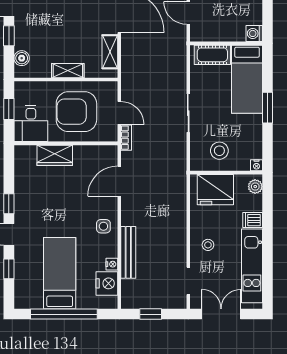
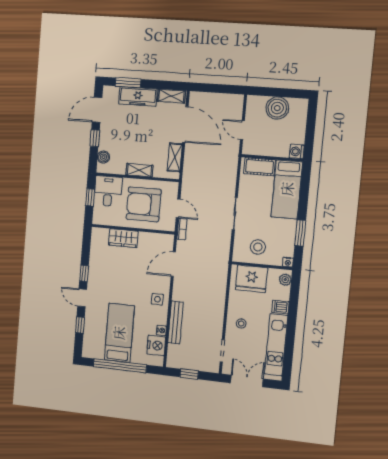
window: (268, 108) -> (300, 233), moved
desk: (31, 124) -> (108, 191), moved, turned 180

